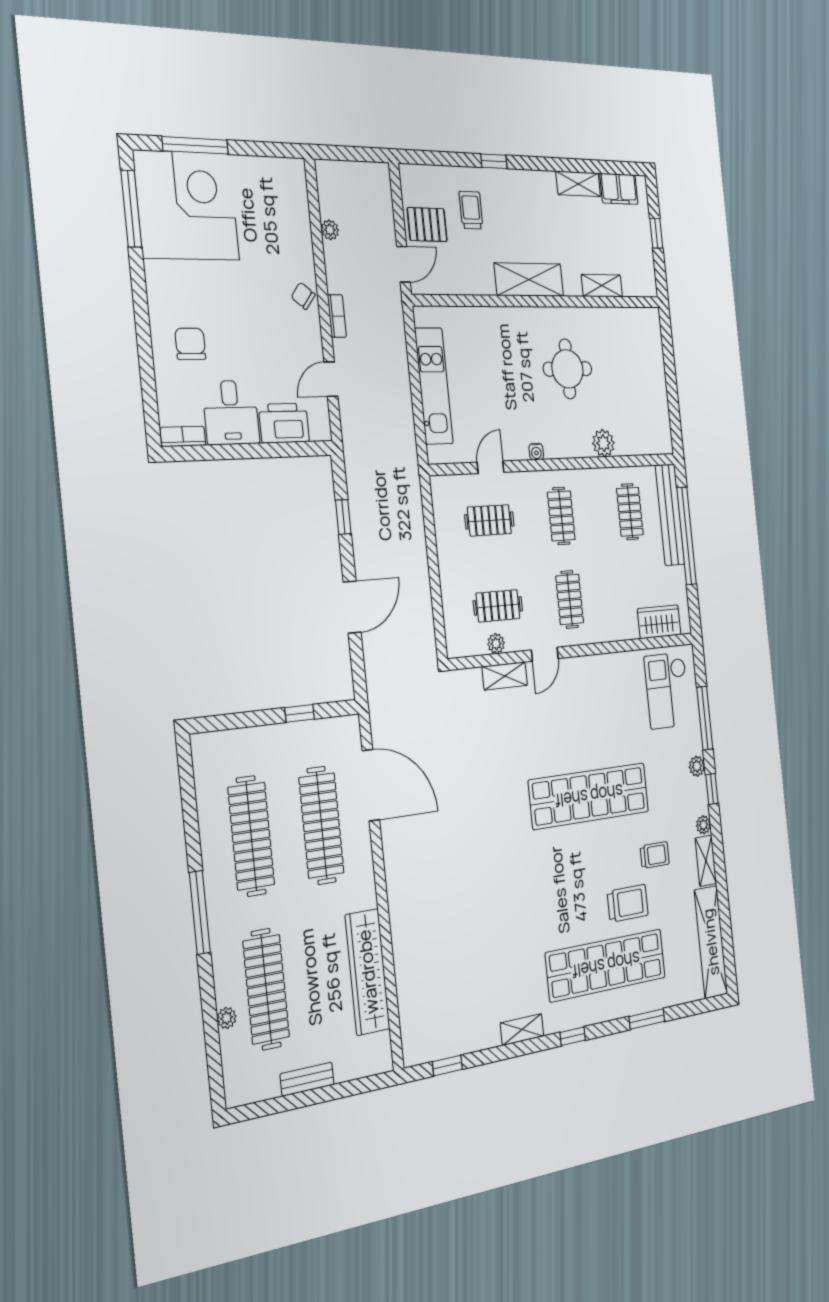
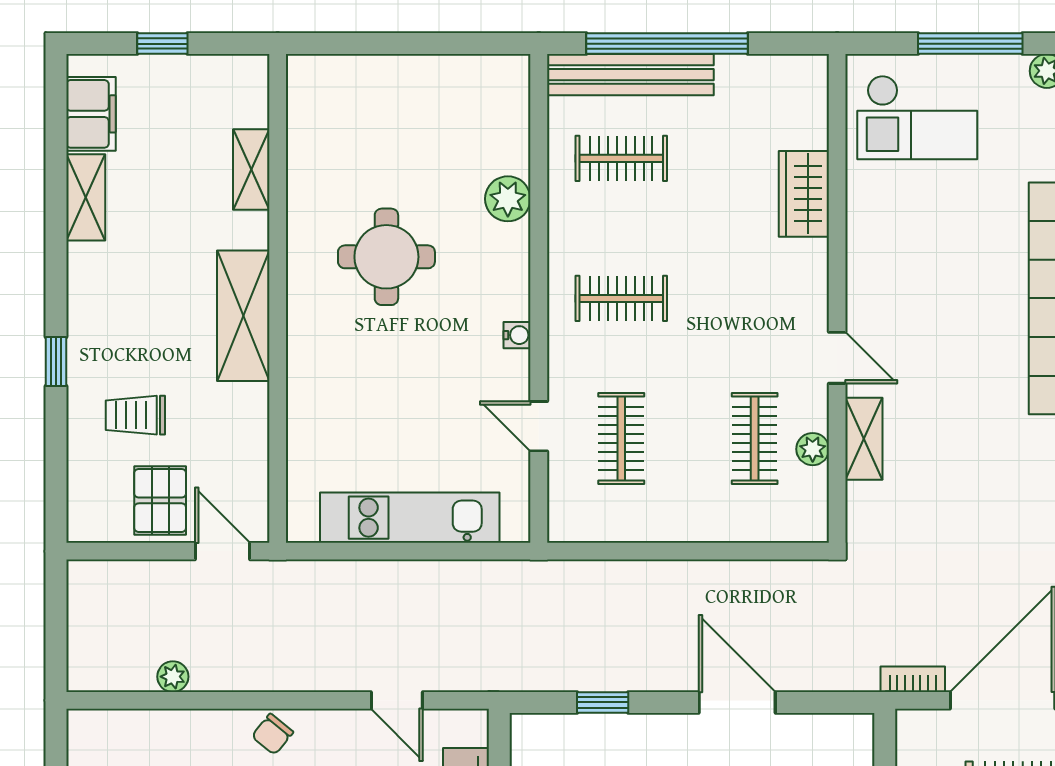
bookcase: (337, 316) -> (913, 679), moved
clothes rail: (570, 599) -> (755, 298), removed
wardrobe: (659, 622) -> (804, 194), moved

